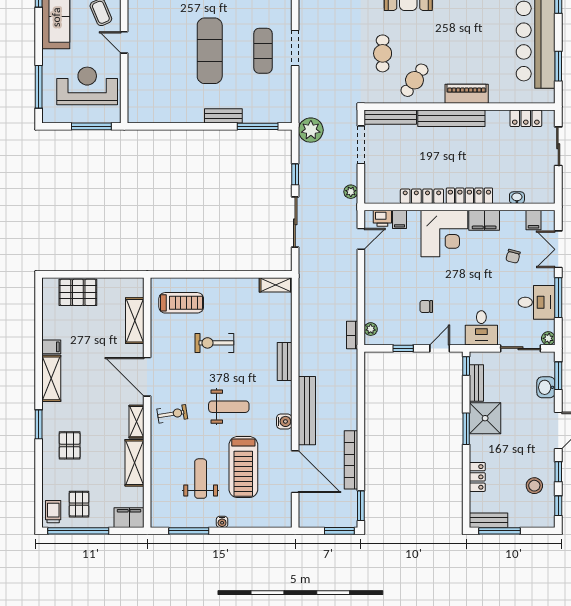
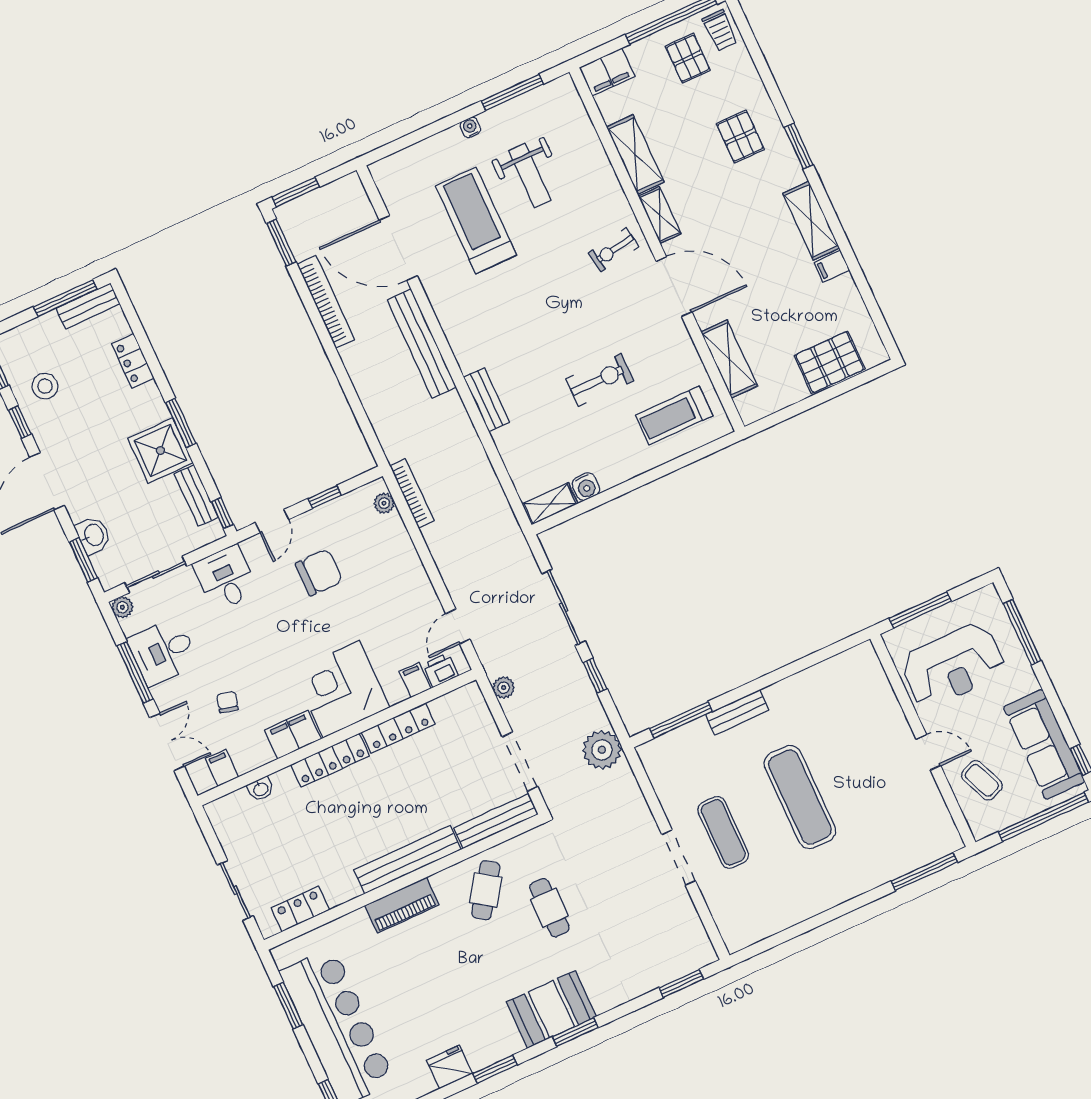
chair: (426, 307) -> (319, 572), width x1.87, depth x1.87
bookcase: (352, 335) -> (412, 493), width x1.56
weight bench: (229, 407) -> (537, 298), removed
water cooler: (284, 421) -> (586, 487), moved, turned -90

